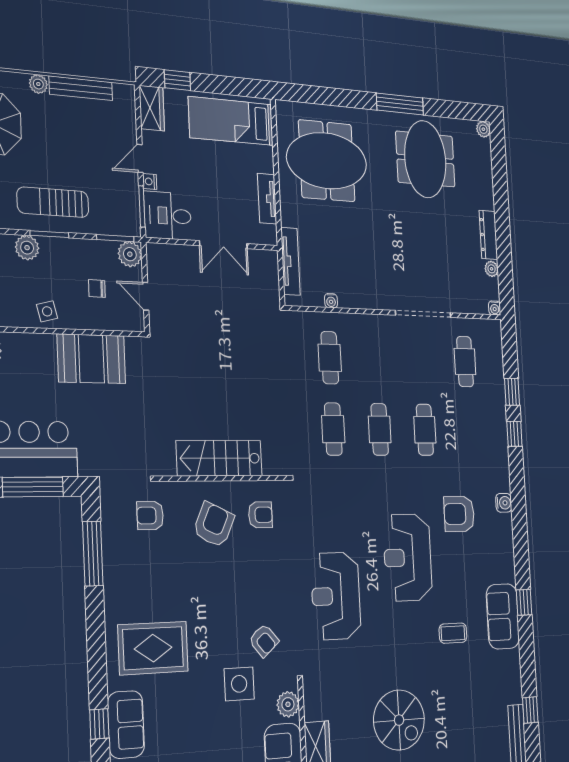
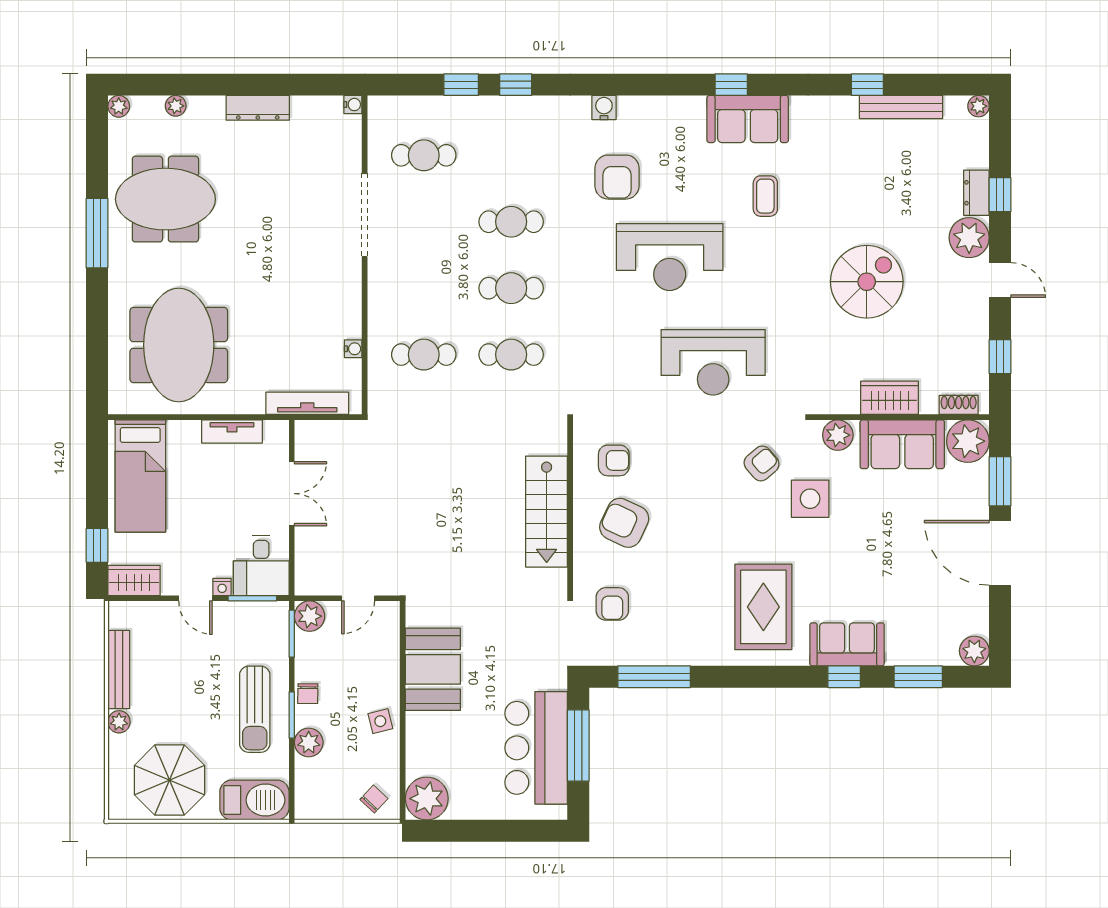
plant: (492, 269) -> (176, 106), moved
chair: (97, 289) -> (308, 694), moved
armchair: (260, 515) -> (614, 460), turned 90

